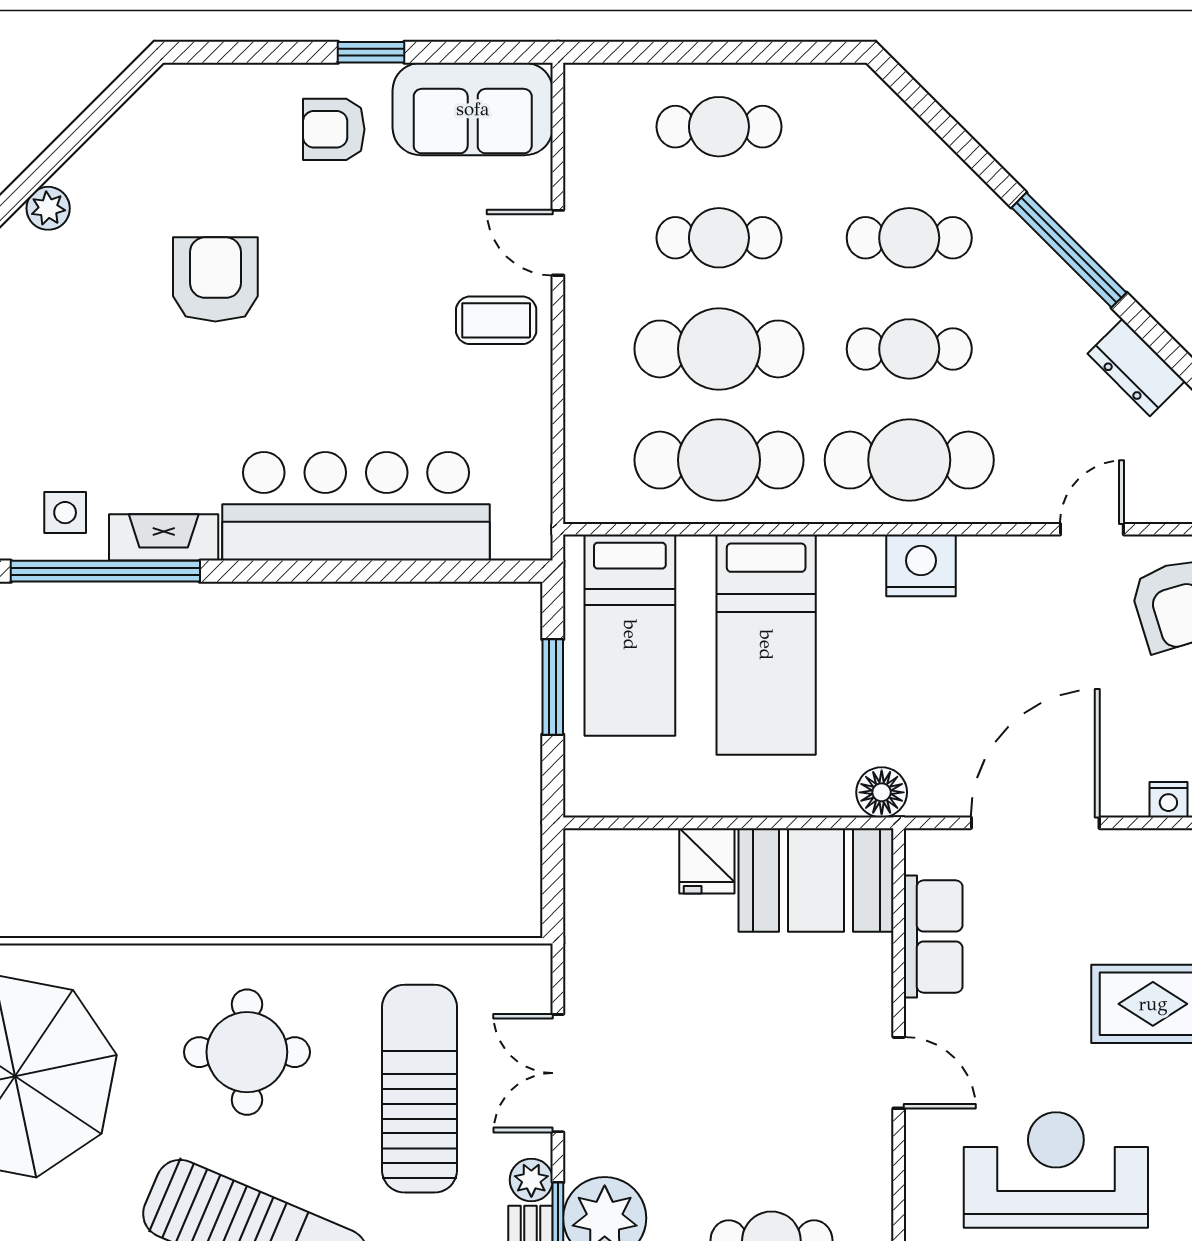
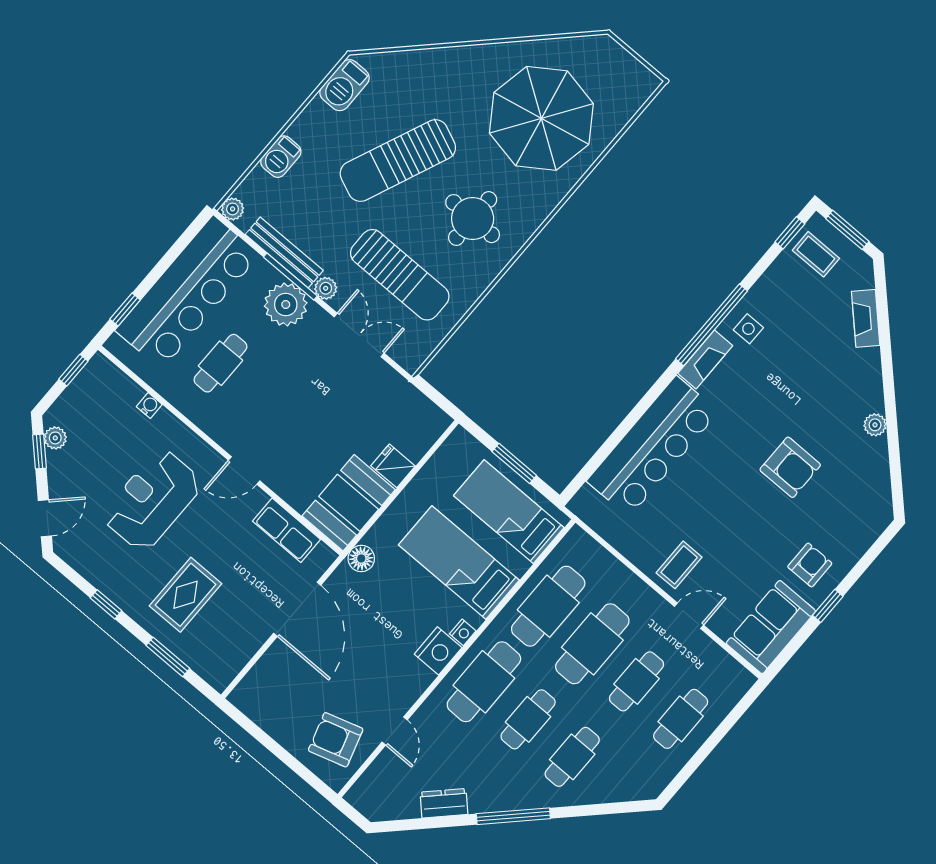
nightstand: (1168, 800) -> (463, 632), moved, turned 180
reception desk: (1056, 1170) -> (152, 500), turned 180

